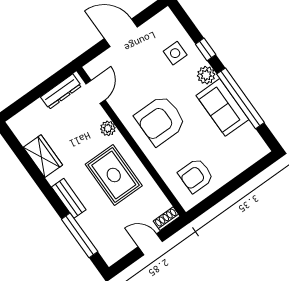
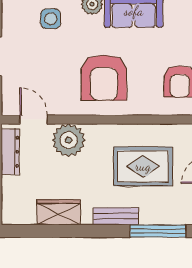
plant: (108, 128) -> (69, 140), width x1.87, depth x1.87
rug: (114, 175) -> (143, 166), moved

